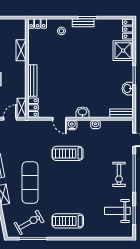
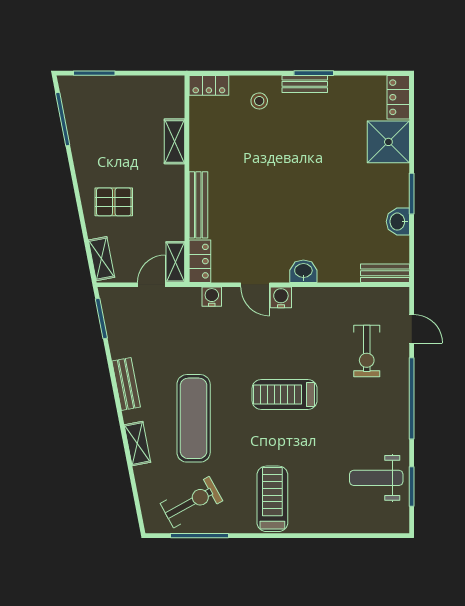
water cooler: (96, 124) -> (212, 297), moved
treadmill: (68, 153) -> (285, 395), moved
exercise bike: (119, 174) -> (367, 351), moved
treadmill: (68, 221) -> (272, 499), turned 90

